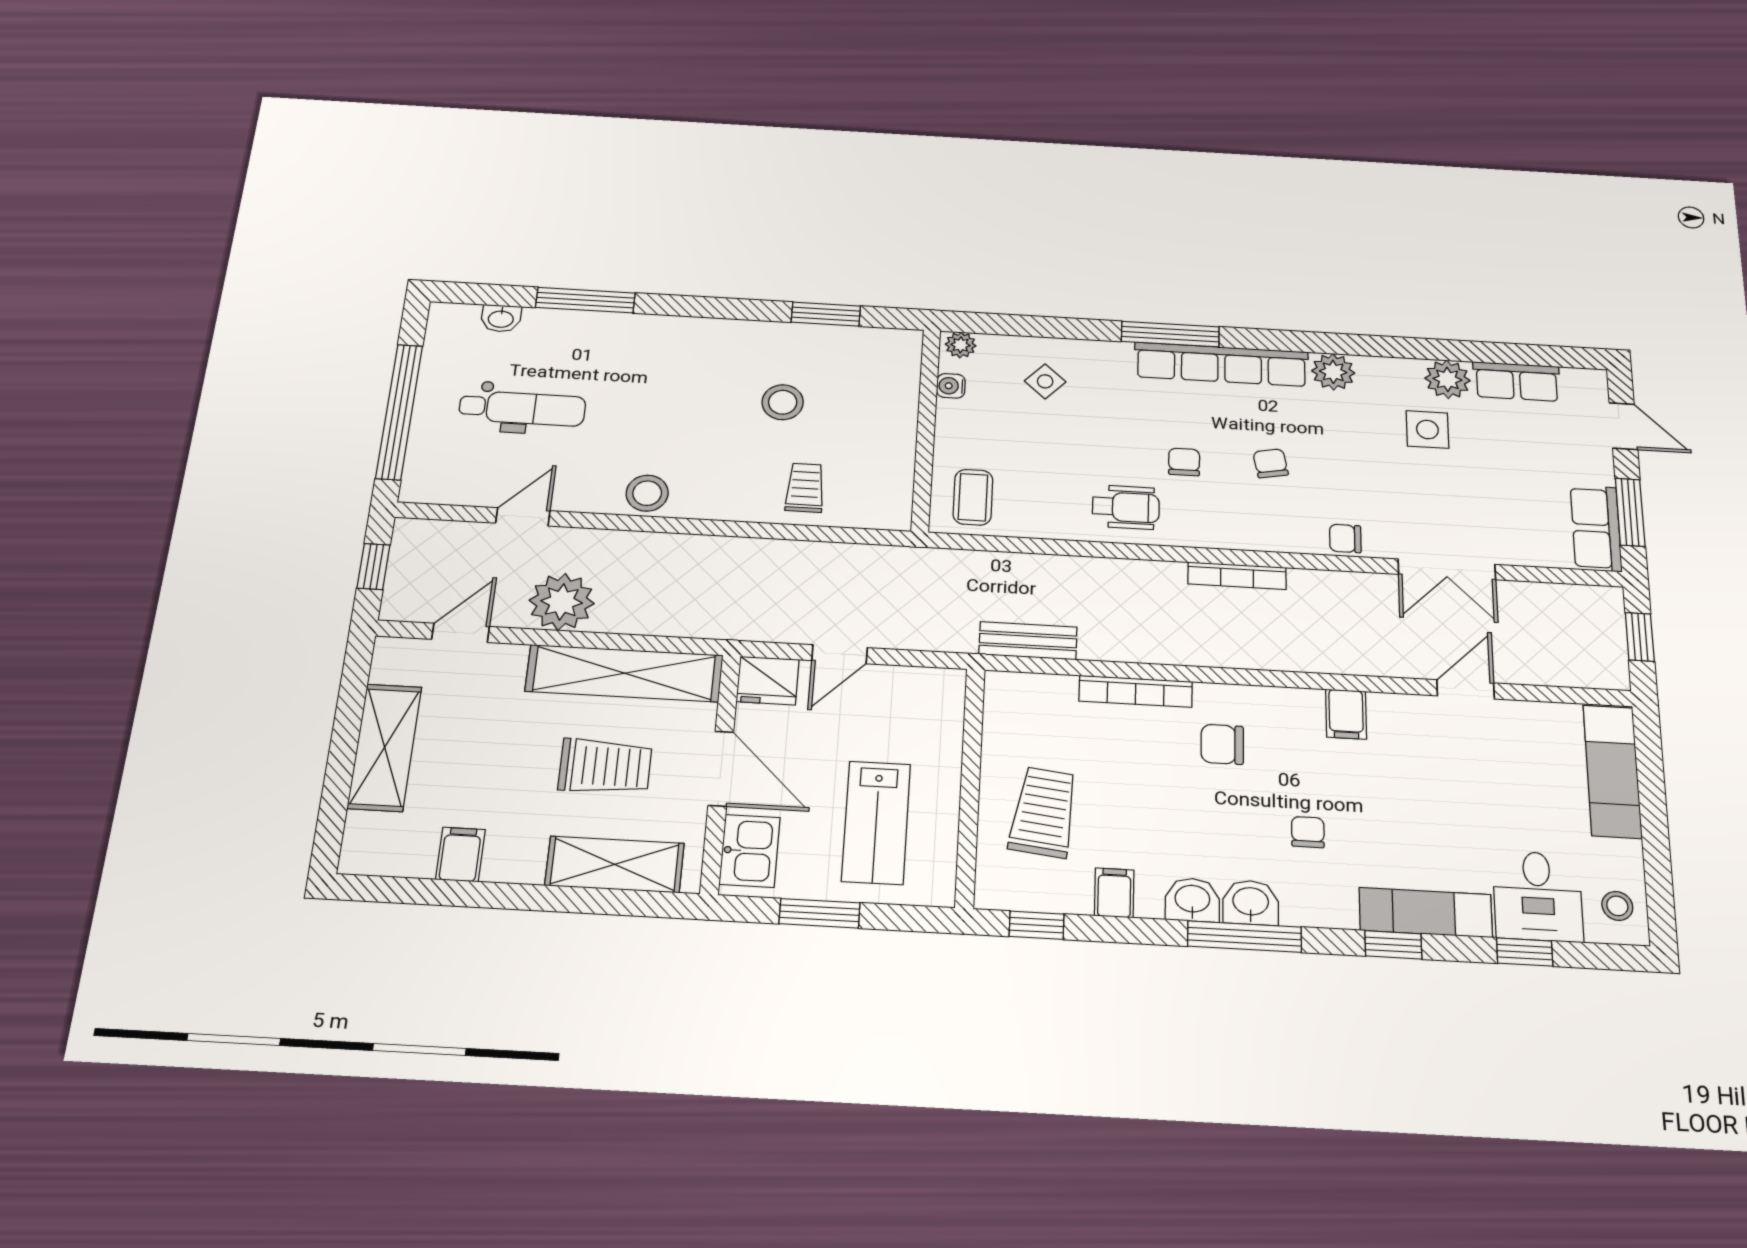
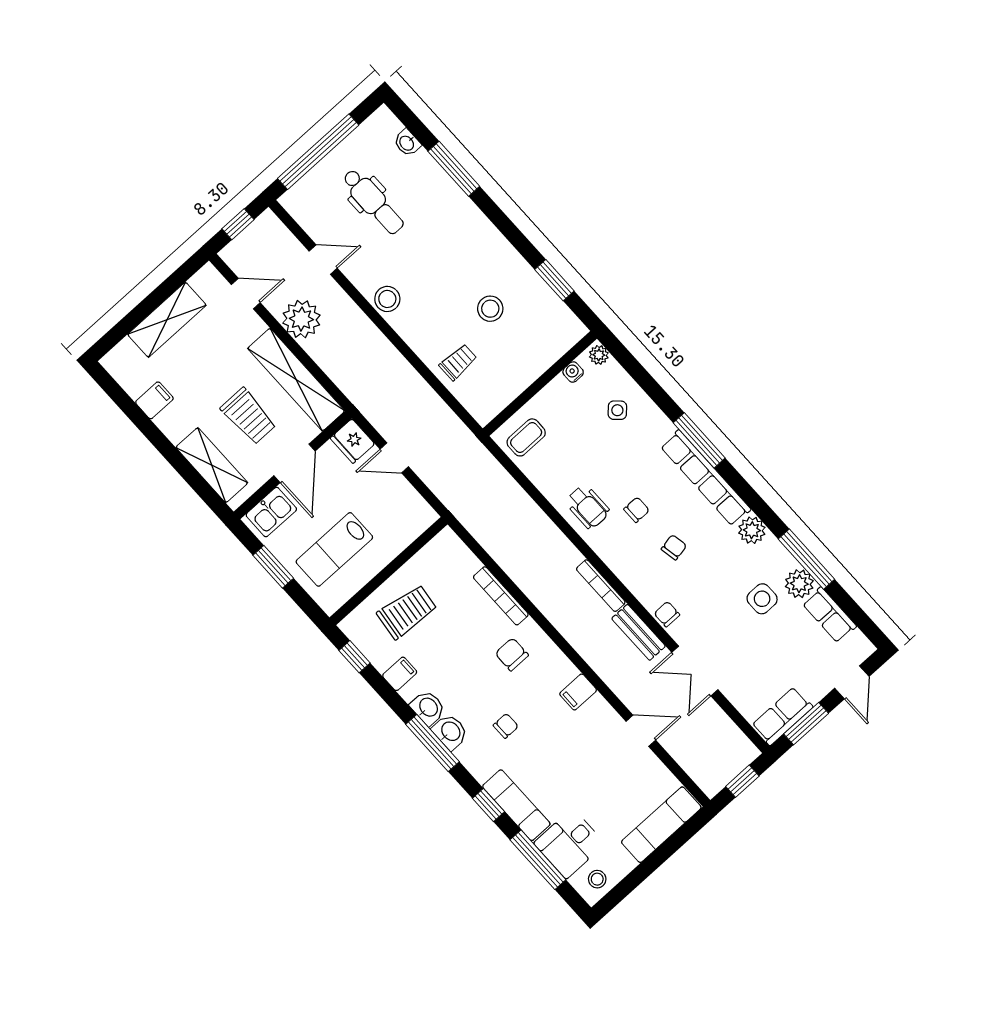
window: (1425, 349) -> (806, 559), added
bench: (1028, 641) -> (638, 632), moved
window: (1525, 952) -> (538, 860), width x2.17

